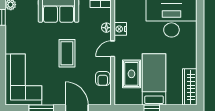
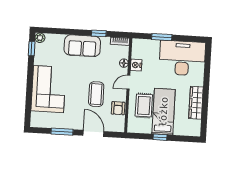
coffee table: (67, 53) -> (96, 94), moved
corner sofa: (23, 79) -> (48, 89), moved
wardrobe: (190, 87) -> (196, 103), moved

